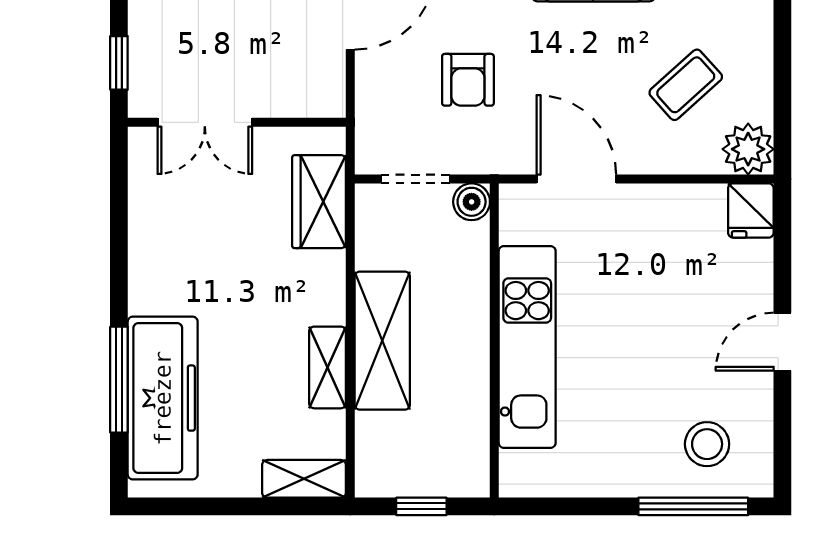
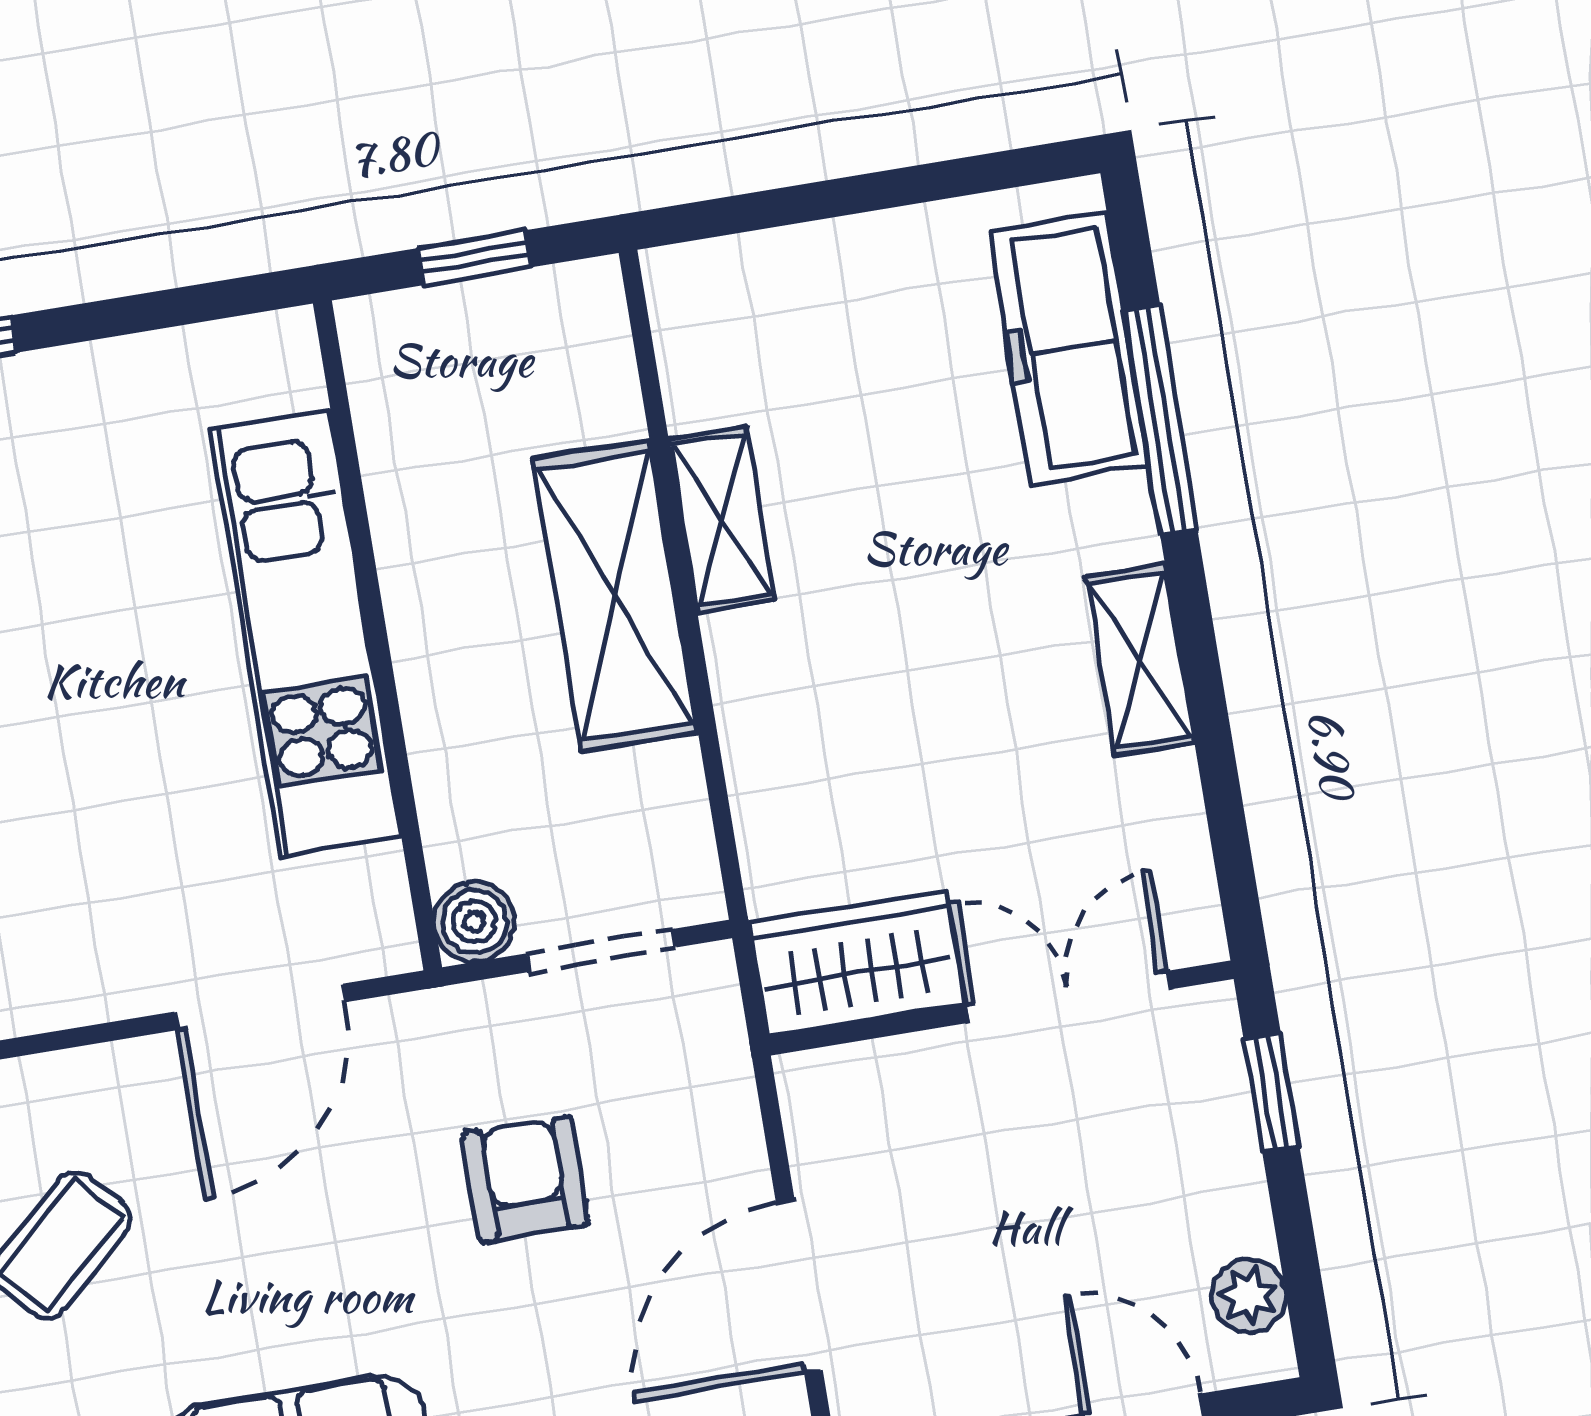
door: (576, 179) -> (260, 1007), hinge flipped
wardrobe: (319, 202) -> (857, 964), moved, turned -90
freezer: (163, 398) -> (1069, 348), width x0.73, depth x0.79
shelving: (304, 479) -> (1140, 660), moved, turned 90

